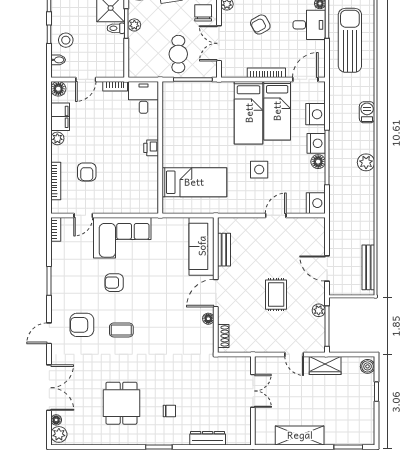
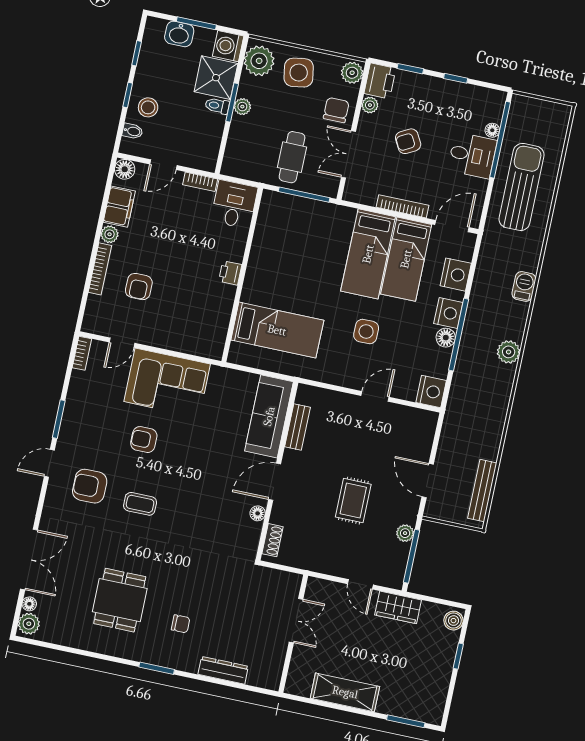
bookcase: (56, 181) -> (100, 269), moved
door: (49, 333) -> (49, 463), moved

